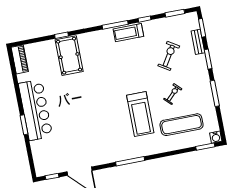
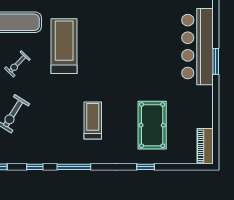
treadmill: (128, 33) -> (93, 121), moved, turned -90
pool table: (69, 56) -> (152, 125), moved
bar counter: (35, 110) -> (197, 47), moved

